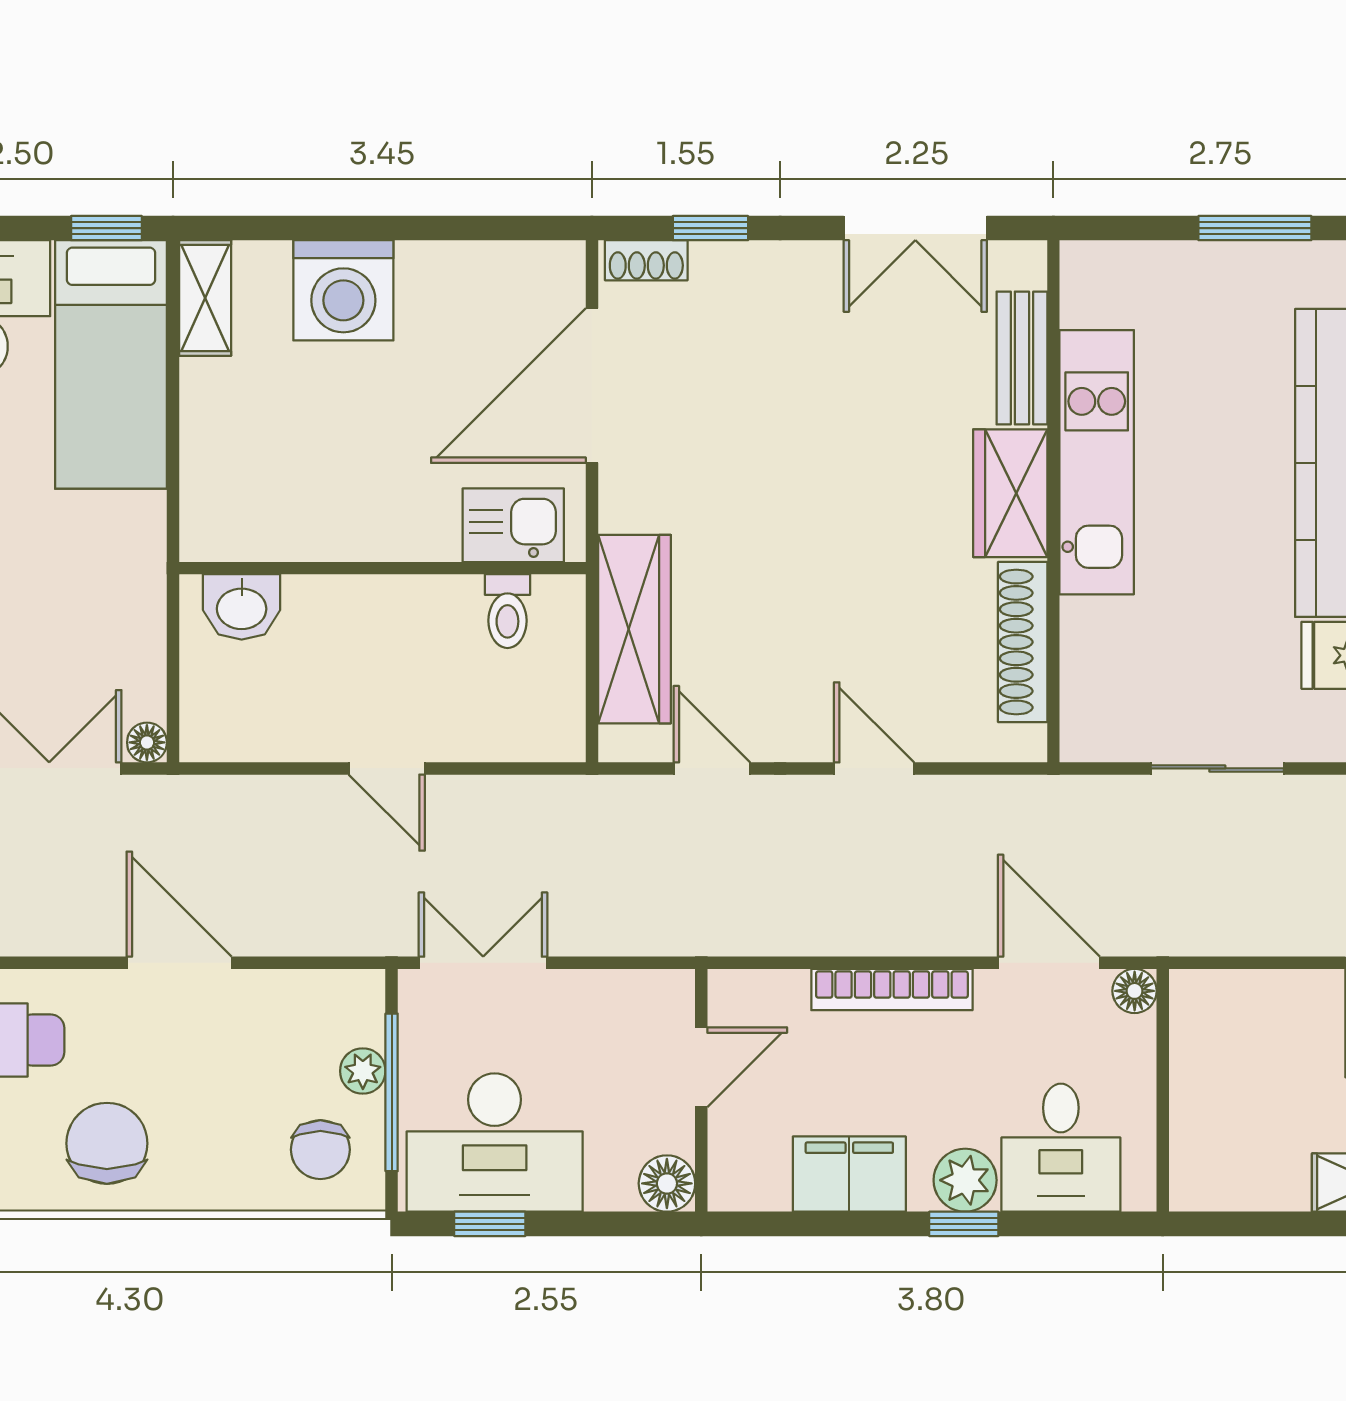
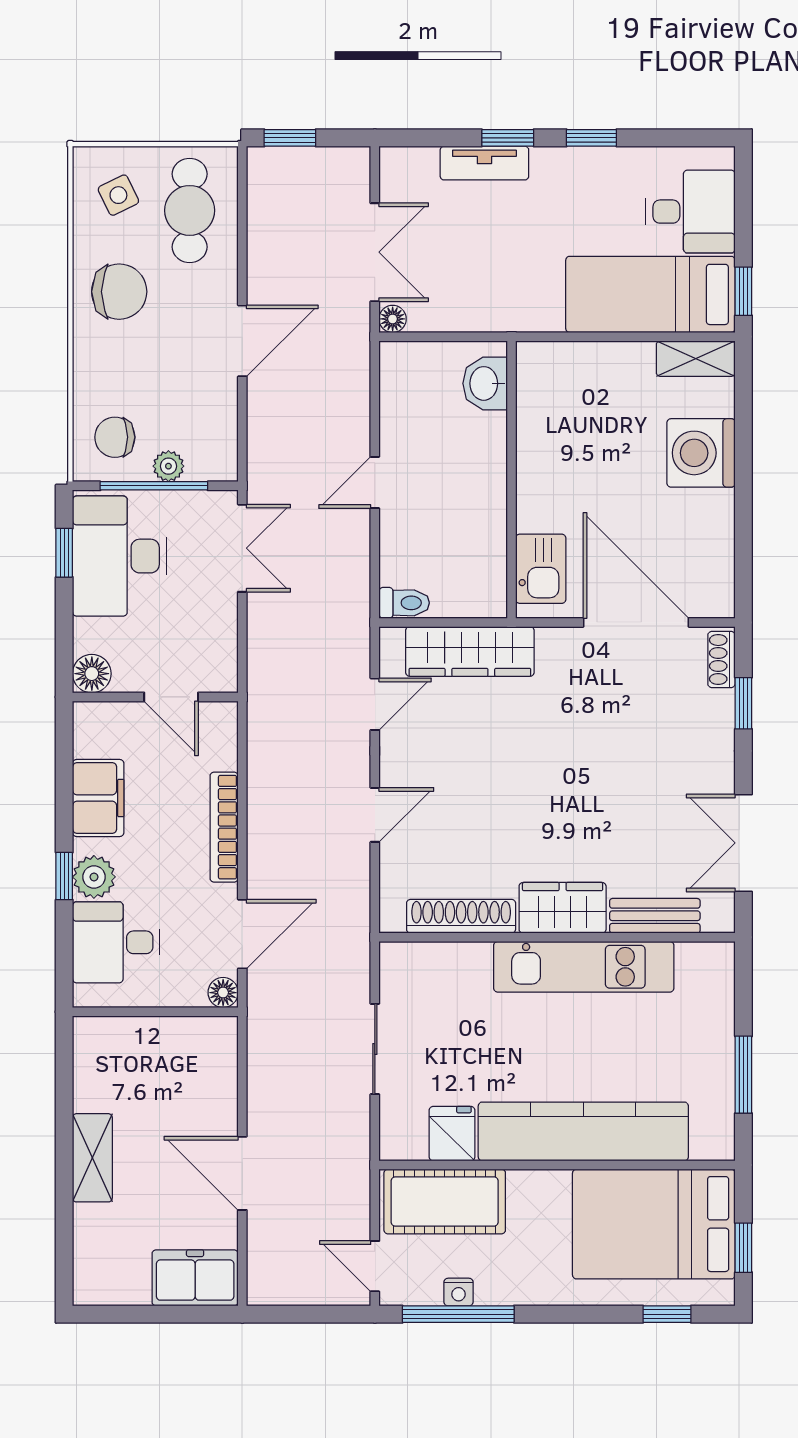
toilet: (507, 611) -> (404, 603), moved, turned 180

